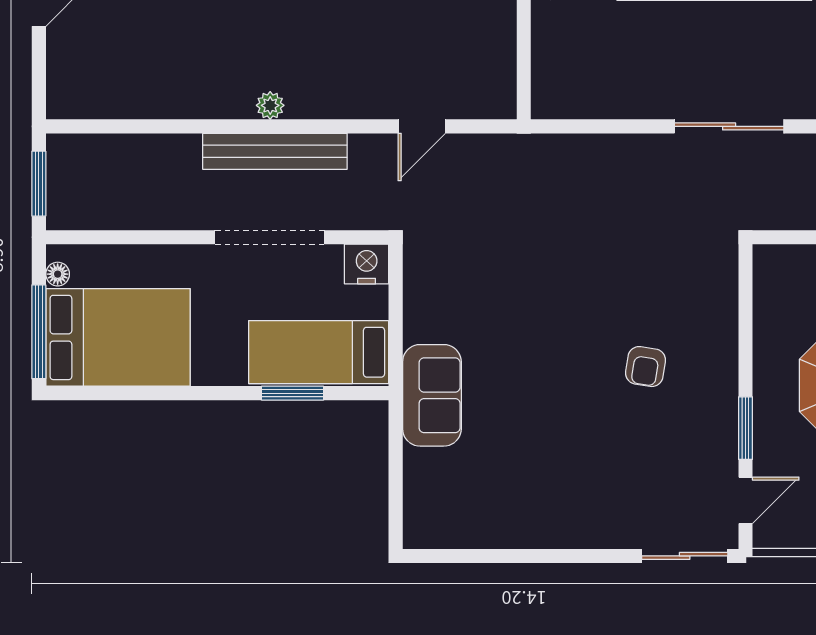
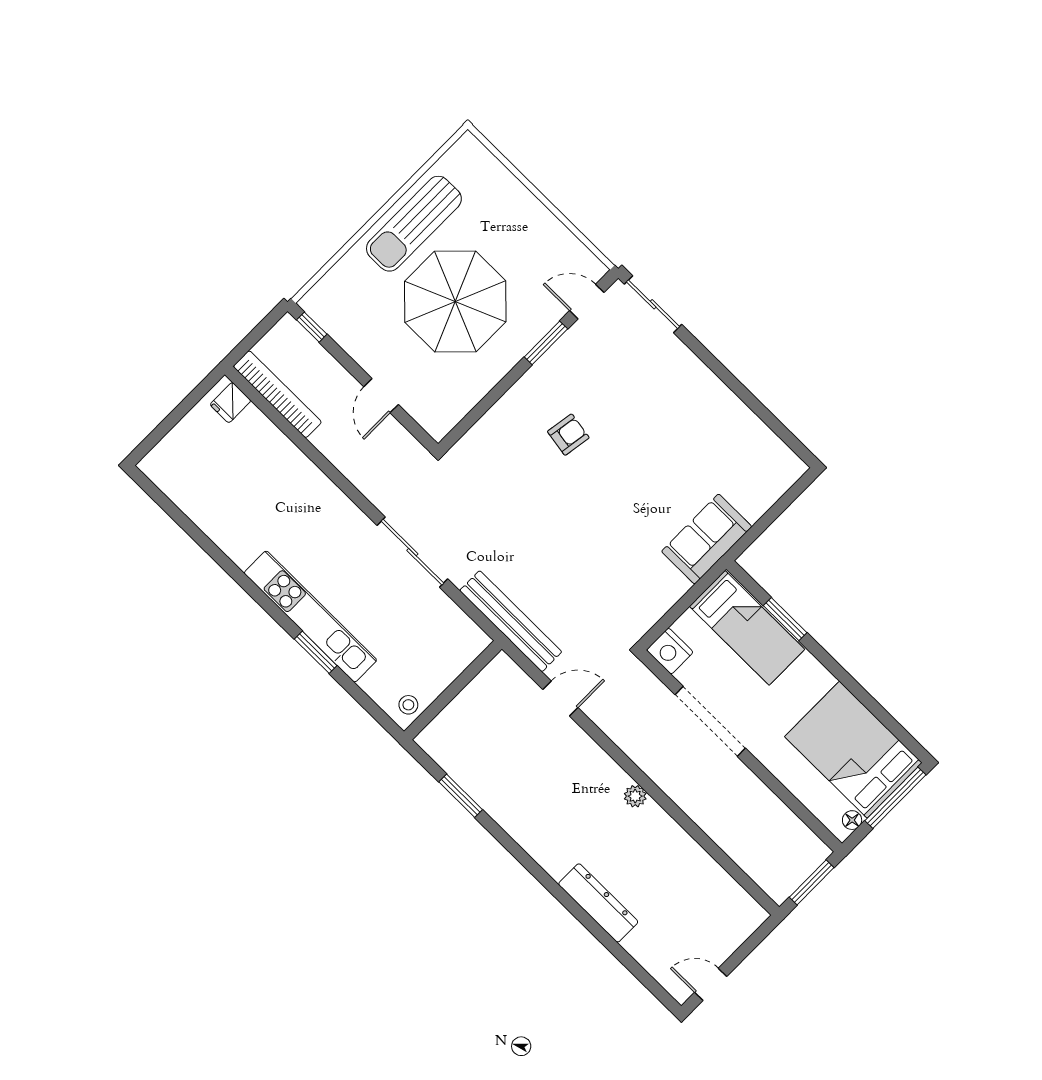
sliding door: (729, 126) -> (412, 552), moved
bench: (275, 151) -> (511, 621), moved

